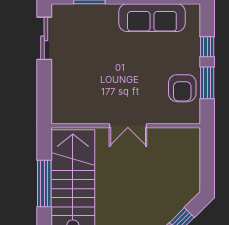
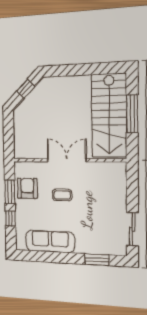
coffee table: (135, 80) -> (62, 195), added
double door: (128, 126) -> (67, 160), width x1.37

